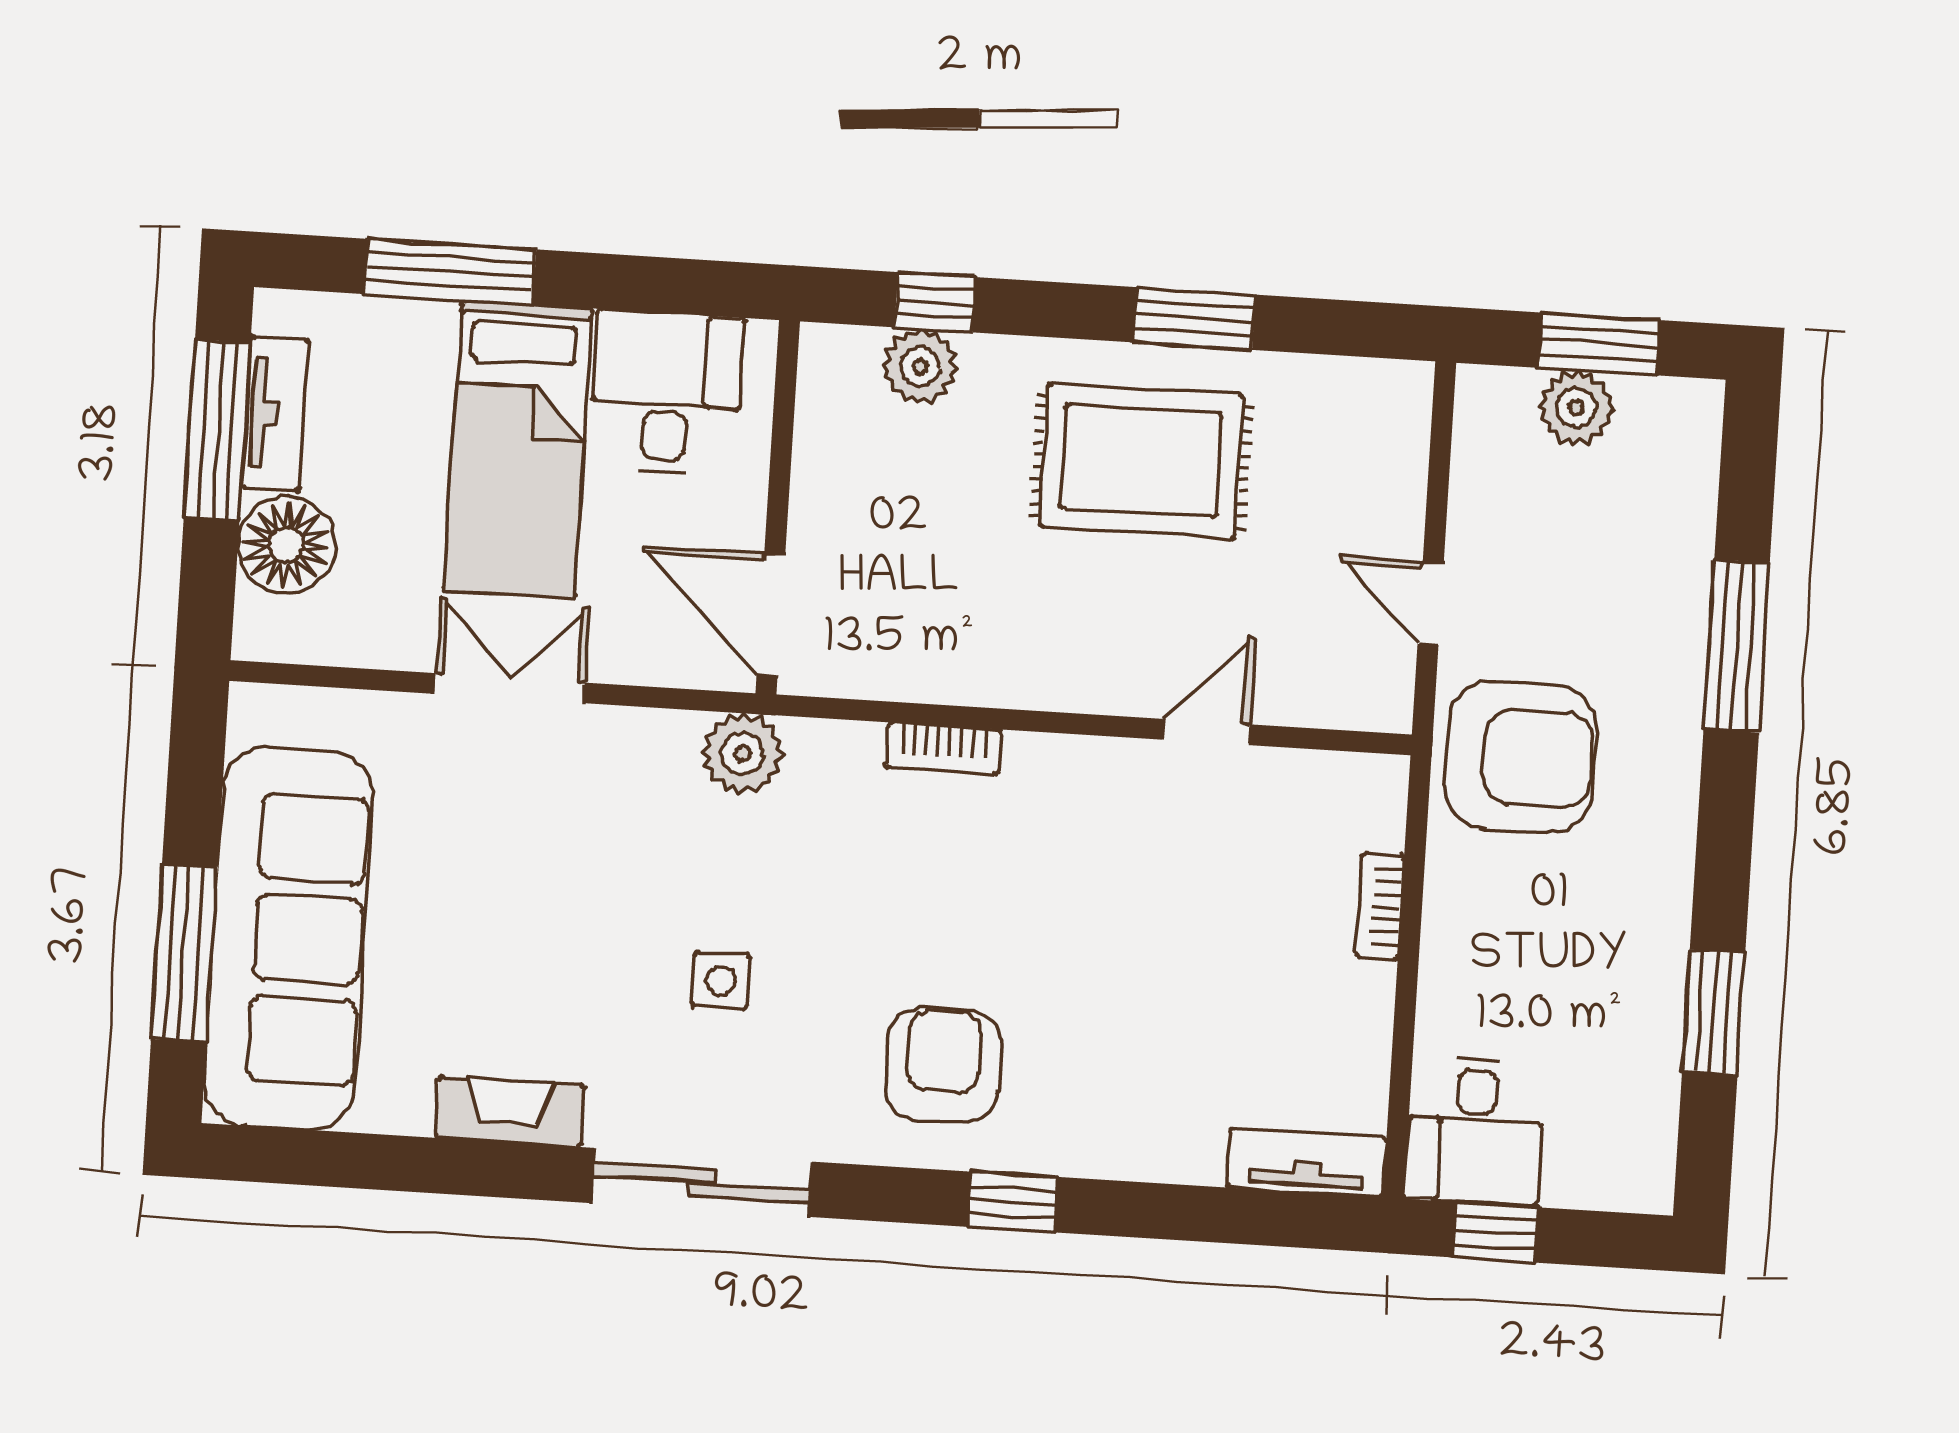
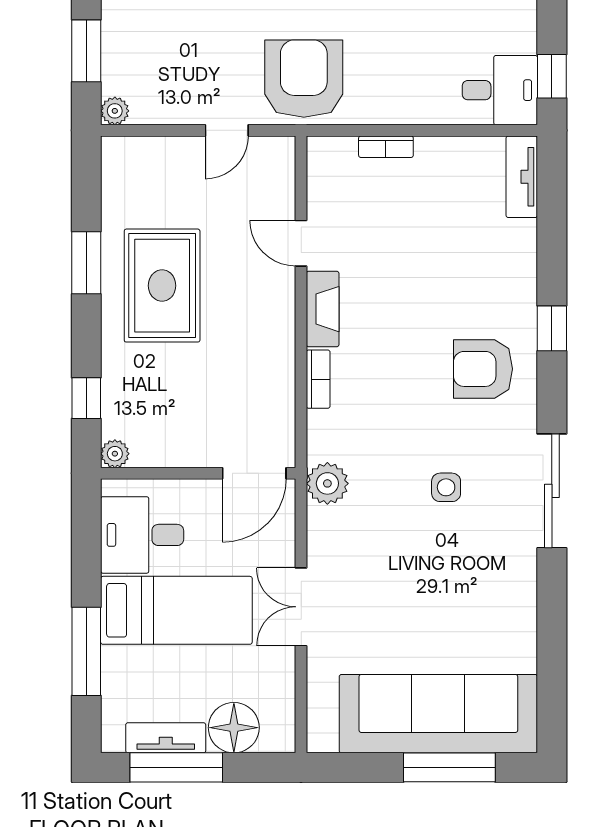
plant: (920, 366) -> (115, 454), moved, width x0.73, depth x0.73
plant: (1576, 407) -> (115, 111), moved, width x0.73, depth x0.73
fireplace: (510, 1111) -> (323, 309), moved, turned 180

